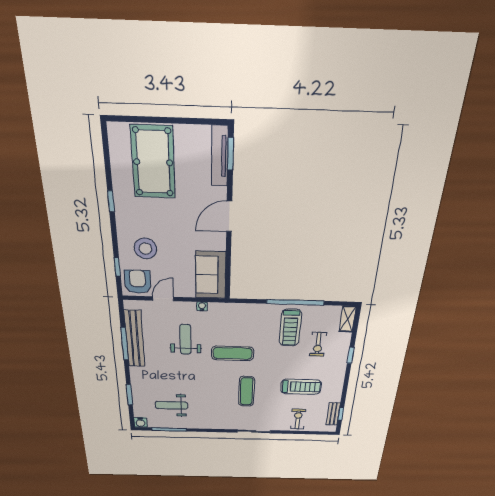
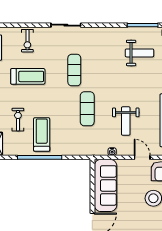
sofa: (211, 275) -> (105, 185), width x1.36
door: (163, 299) -> (142, 157), swing flipped
exercise mat: (233, 353) -> (87, 109), turned 90
treadmill: (301, 387) -> (28, 76), turned 180

